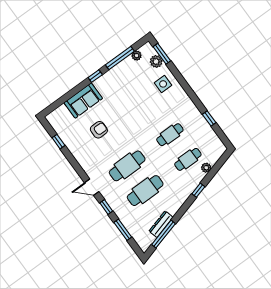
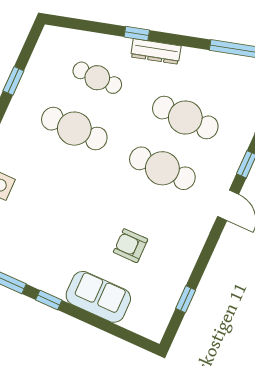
cafe table: (170, 135) -> (74, 129), width x1.37, depth x1.35
plant: (206, 168) -> (94, 41), removed
dresser: (161, 224) -> (156, 51), moved

